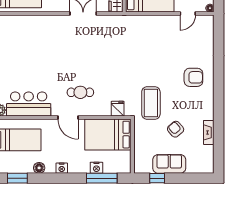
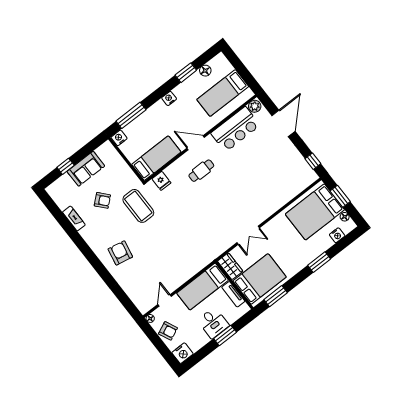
armchair: (193, 77) -> (120, 253), turned 101
bed: (108, 135) -> (156, 158), width x0.67
floor lamp: (39, 168) -> (205, 71), moved
nightstand: (96, 168) -> (119, 138), moved
window: (17, 178) -> (186, 73), moved
window: (157, 178) -> (66, 166), moved

